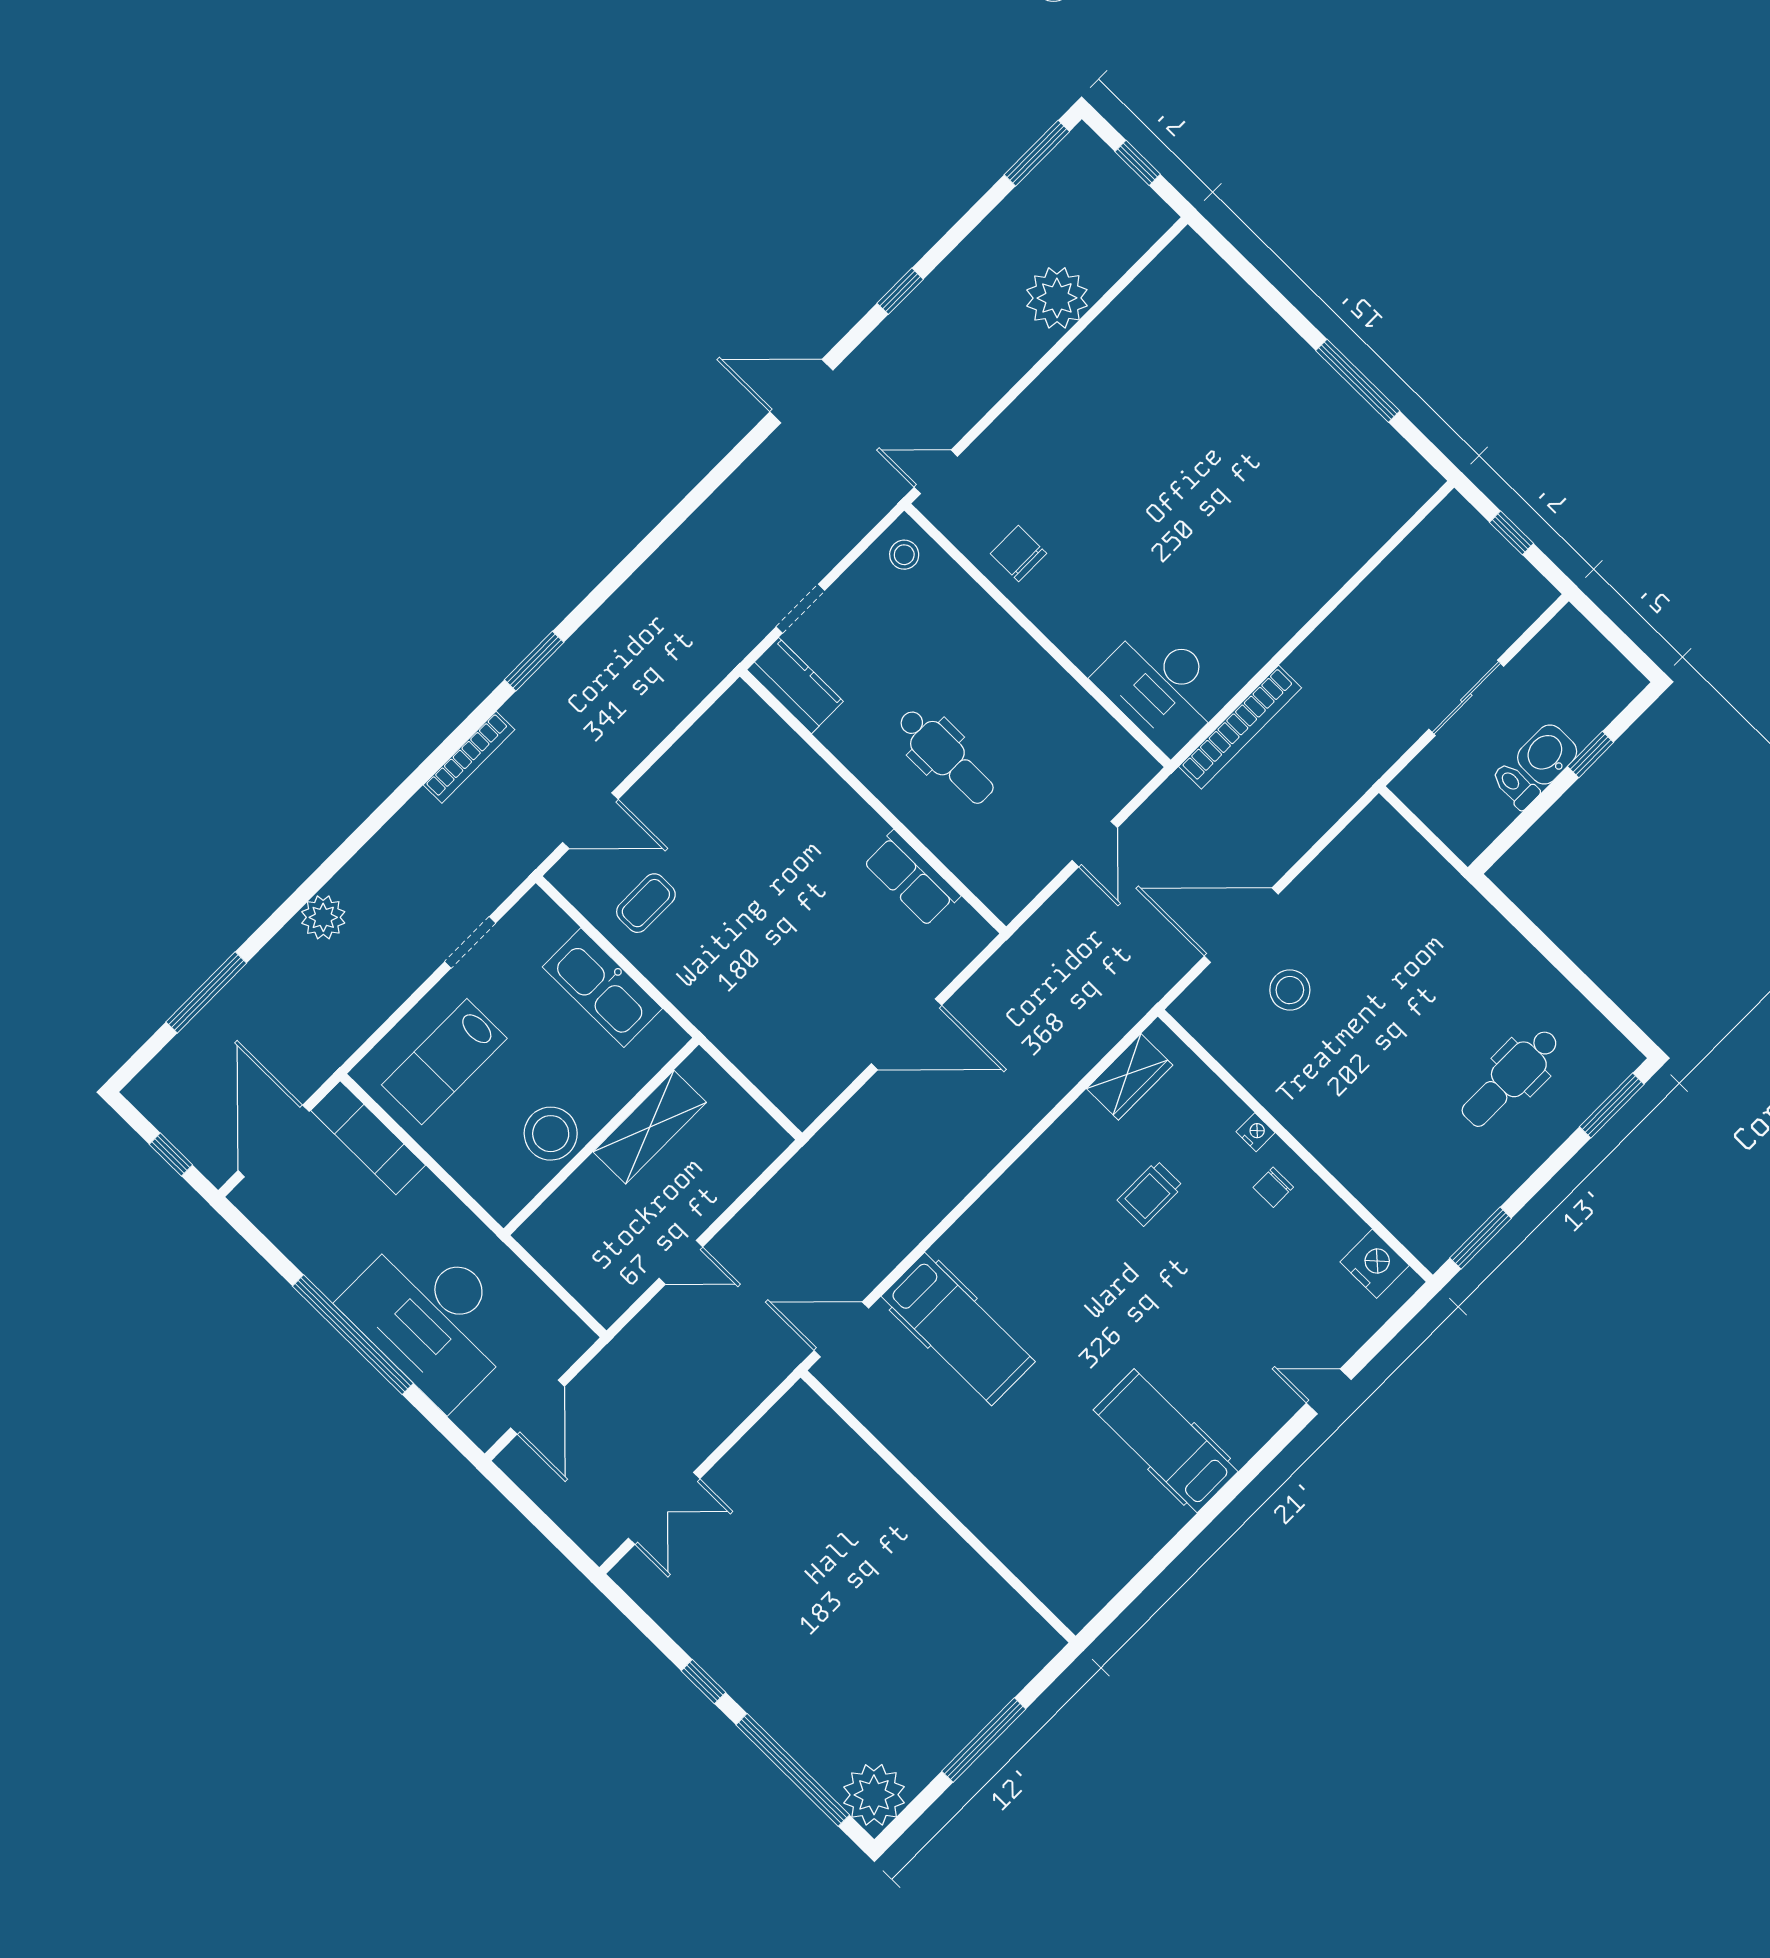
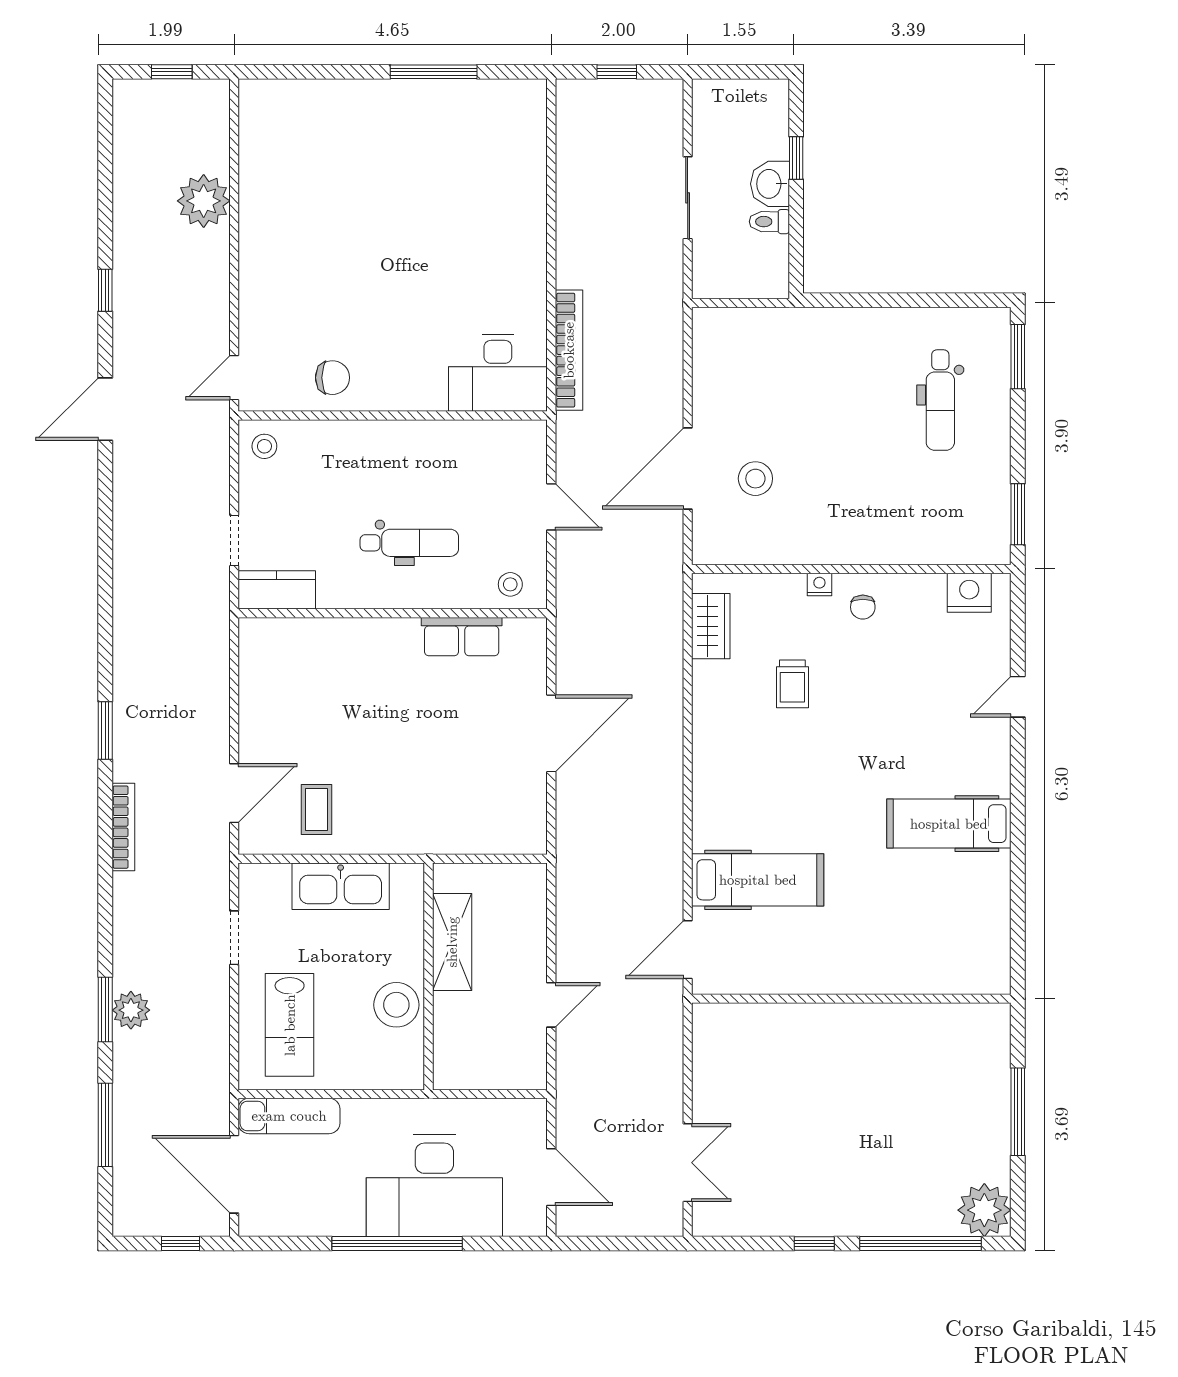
window: (1037, 153) -> (105, 1010), moved
chair: (1018, 554) -> (332, 378), turned 180
stool: (996, 875) -> (510, 584), added

